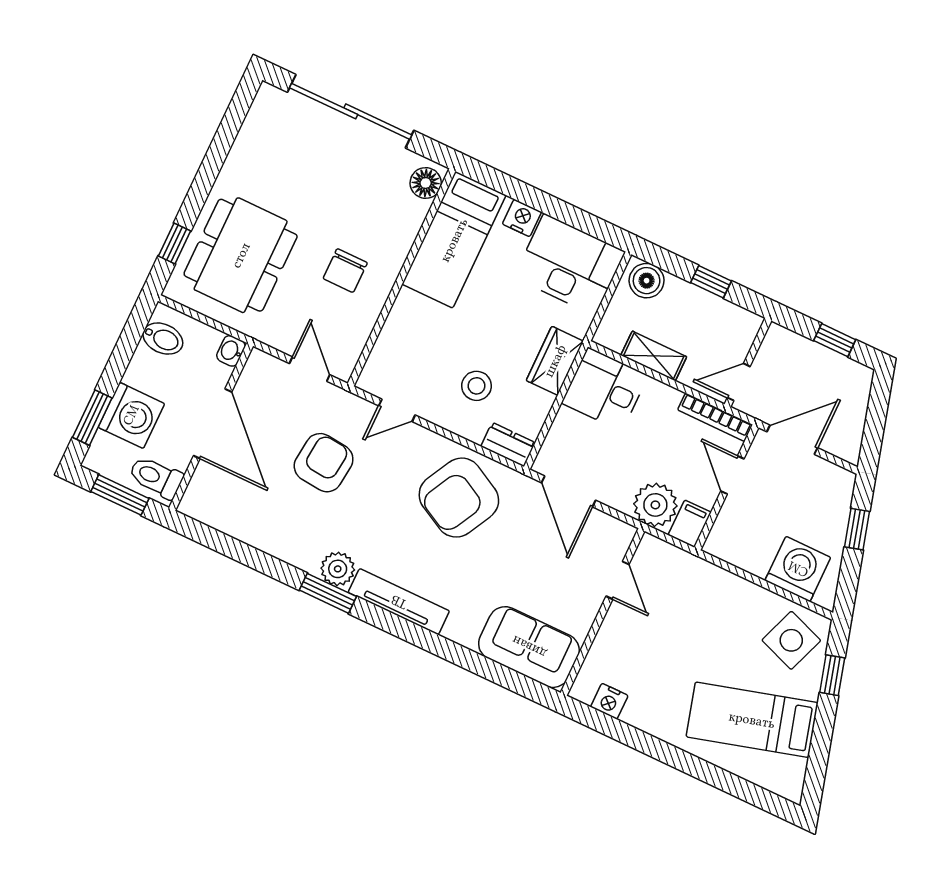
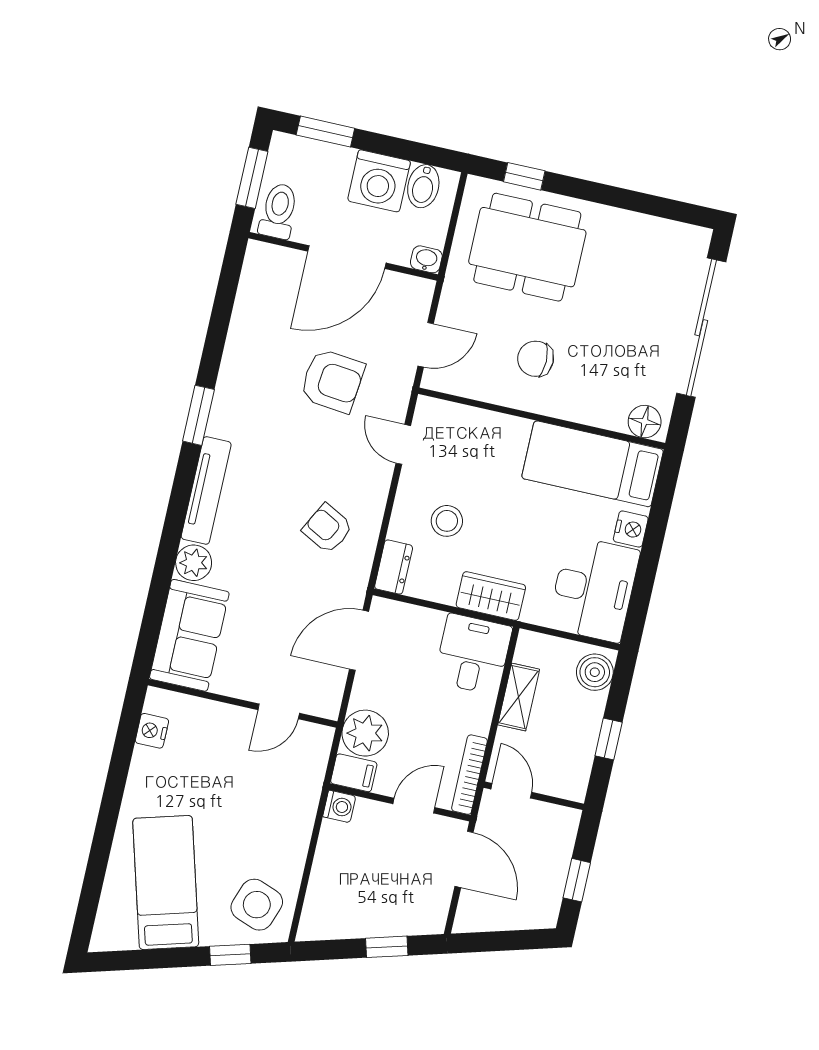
washing machine: (131, 415) -> (379, 181), moved
armchair: (459, 498) -> (327, 528), width x0.53, depth x0.53
plant: (338, 569) -> (194, 563), moved
washing machine: (798, 569) -> (339, 806), moved, width x0.53, depth x0.53

